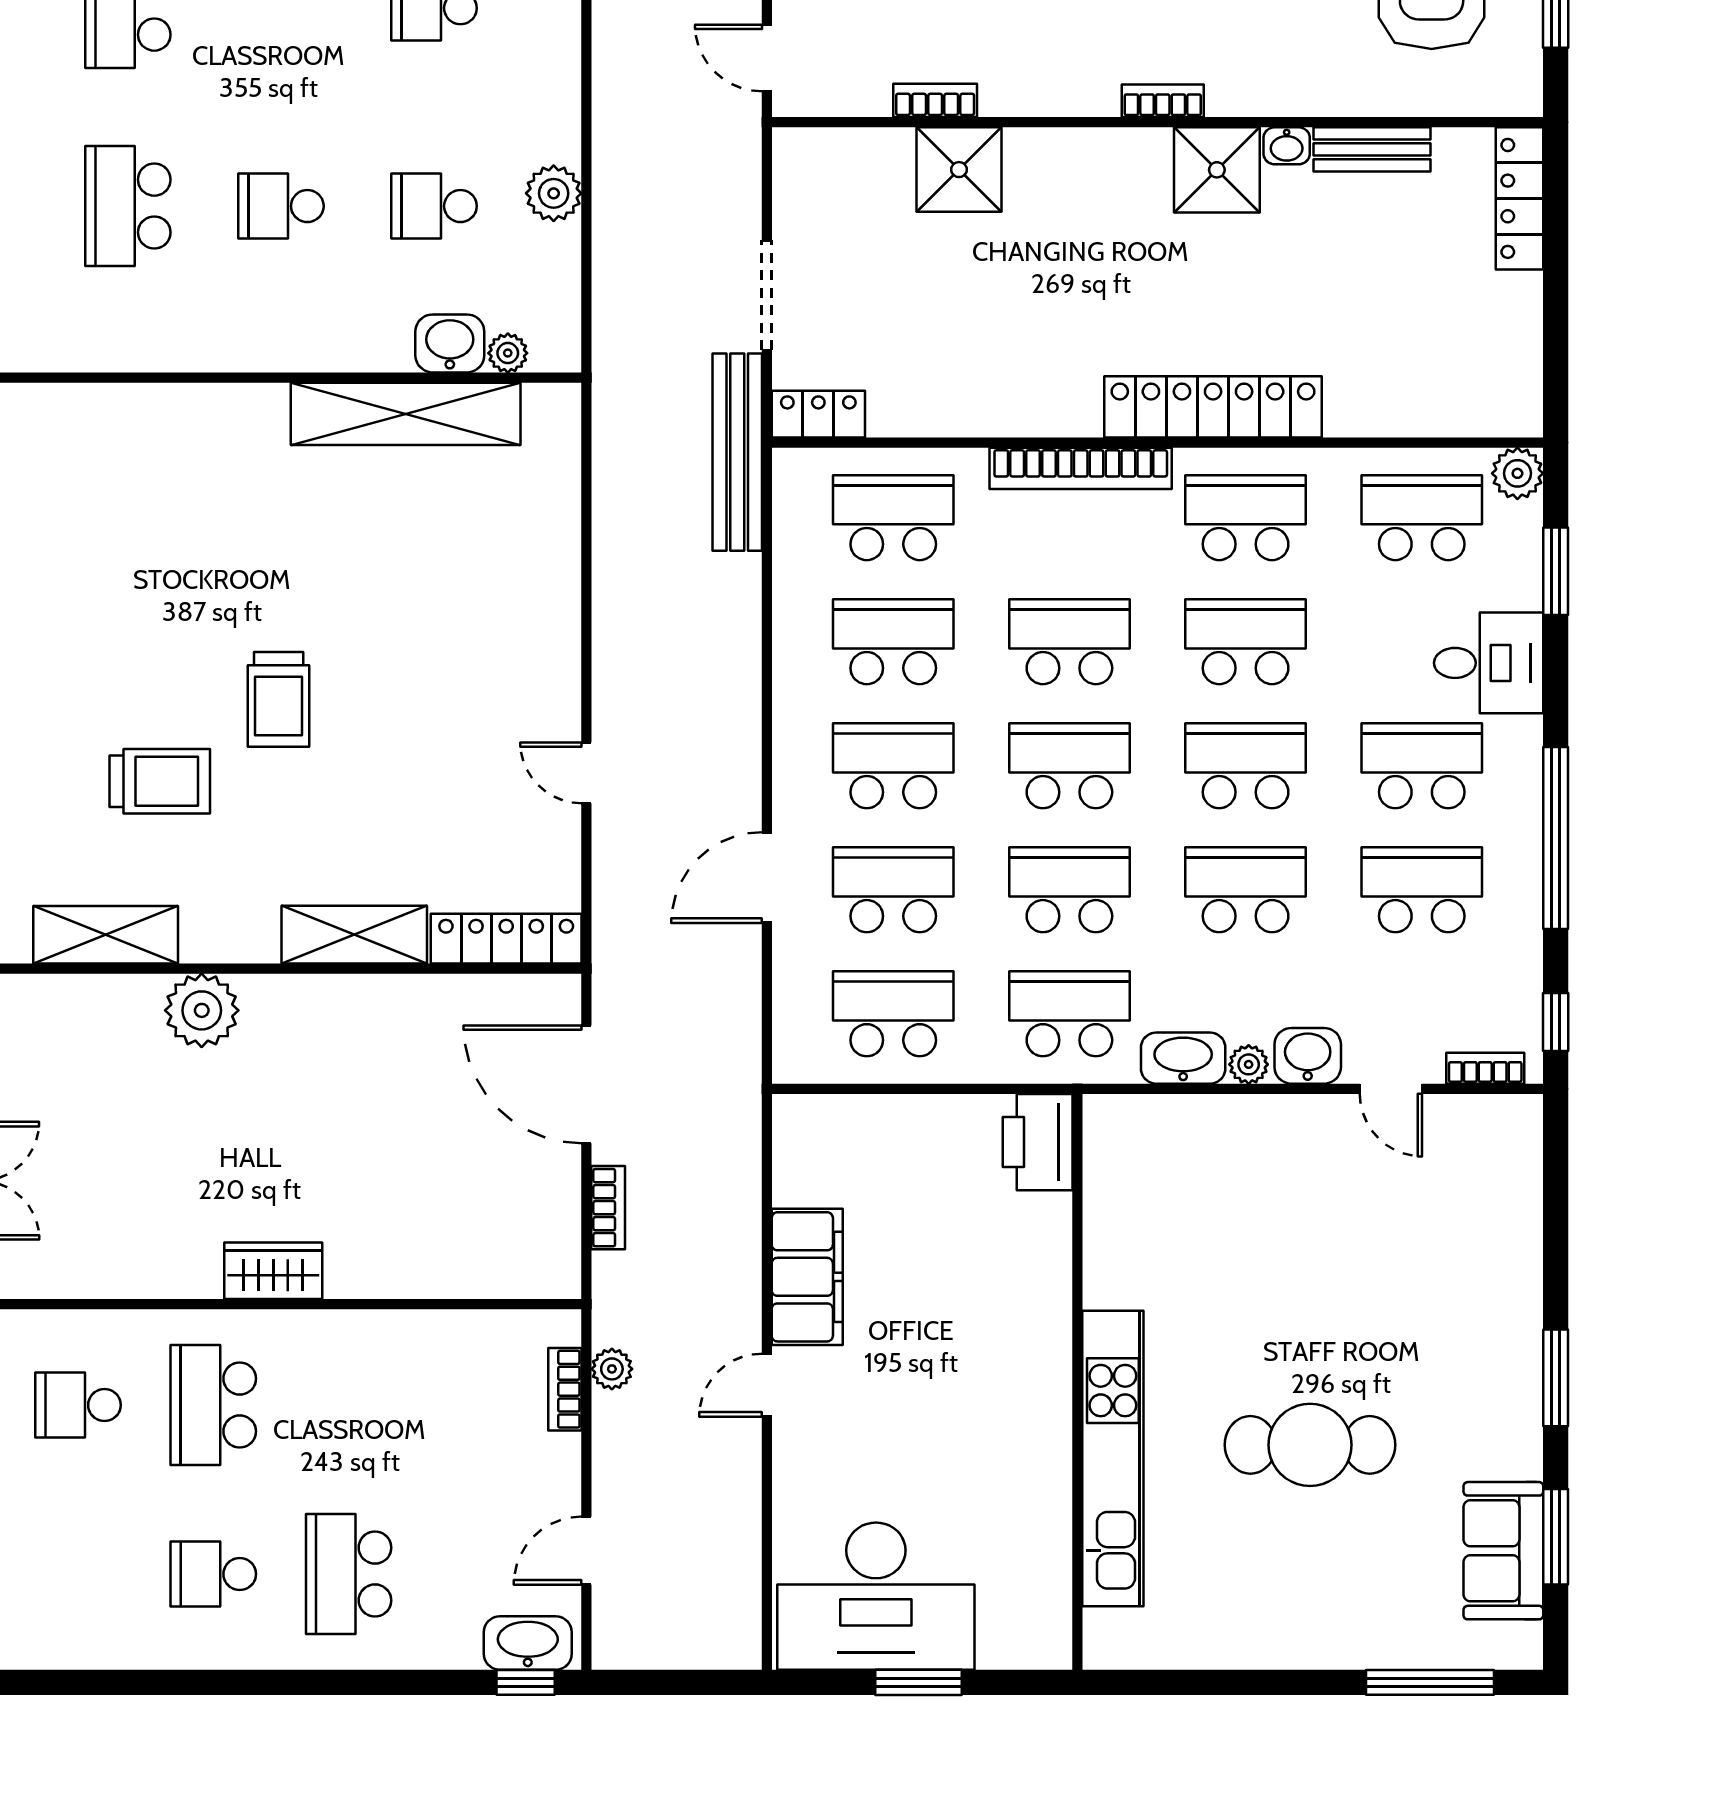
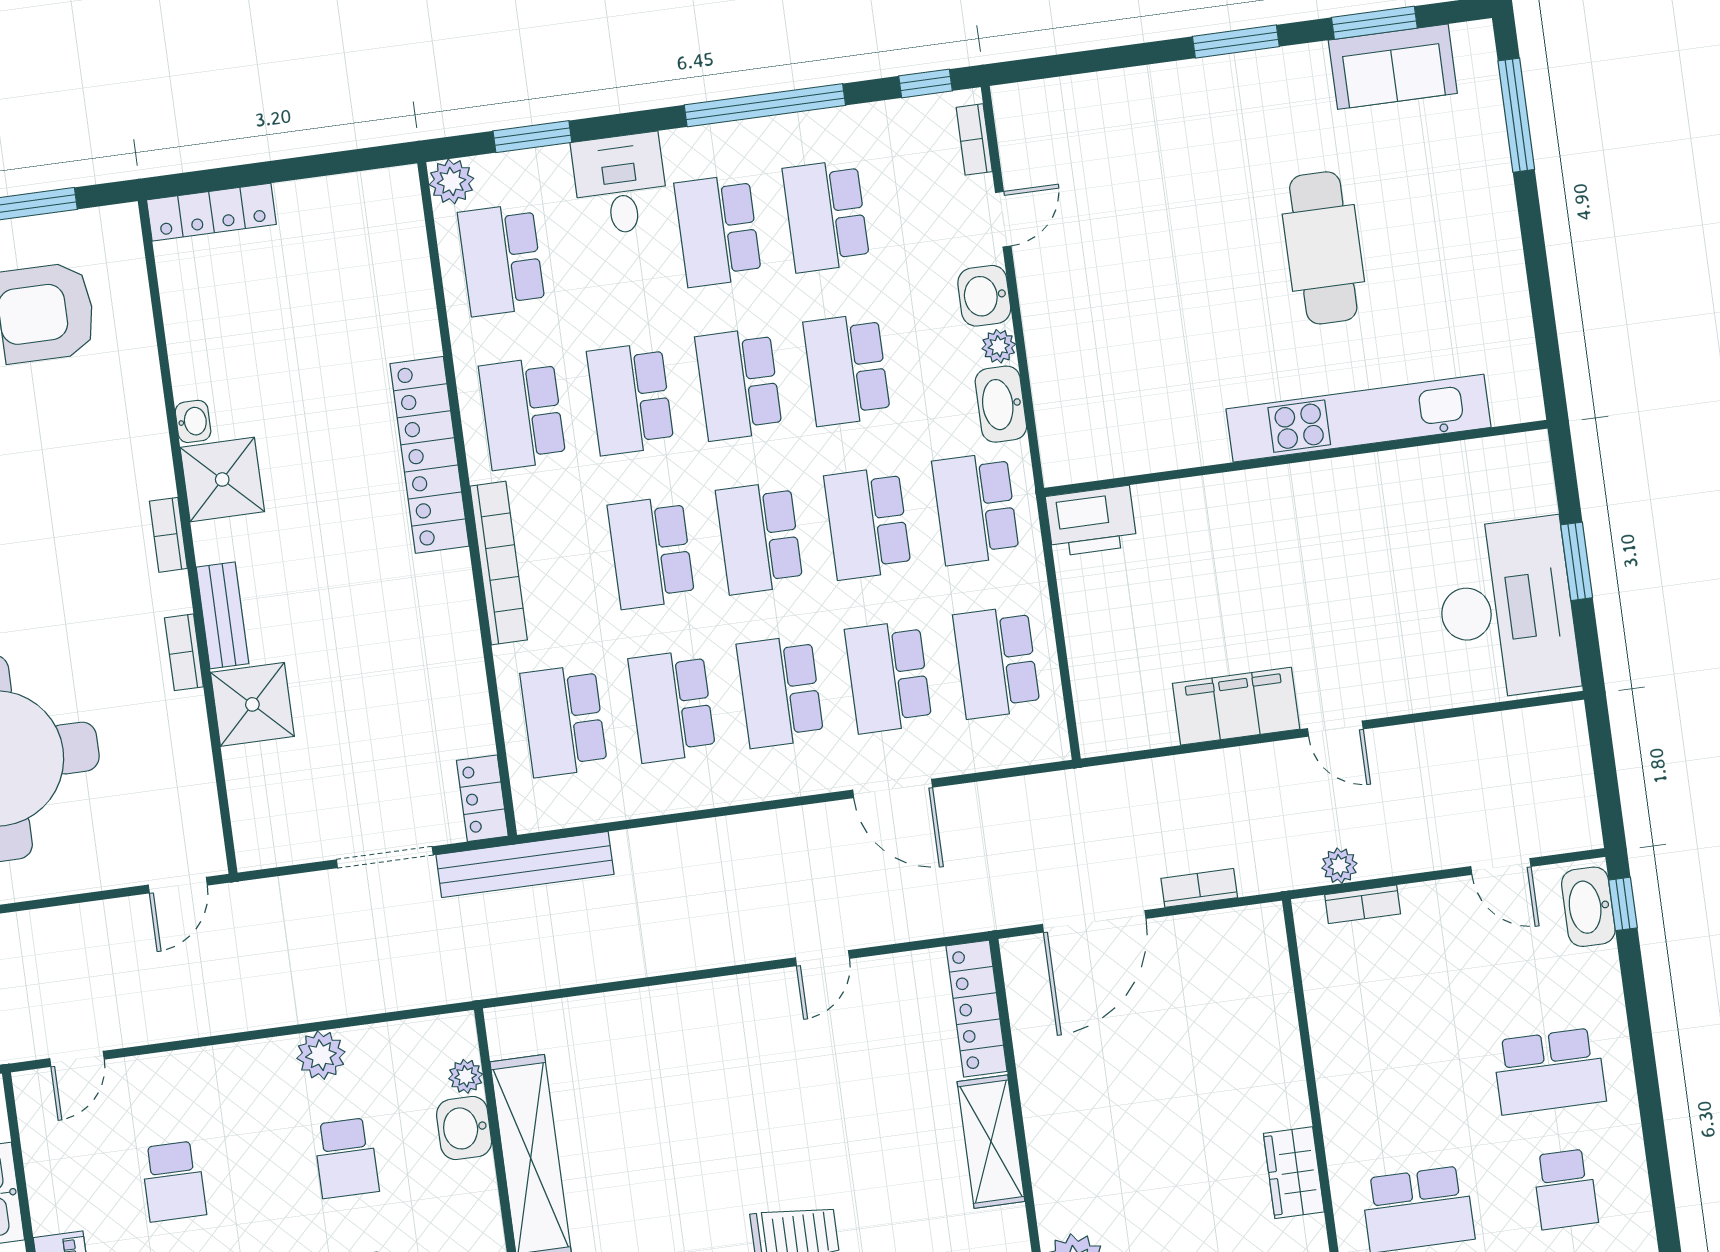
bookcase: (935, 100) -> (184, 652), moved
bench: (1372, 149) -> (222, 615), moved

